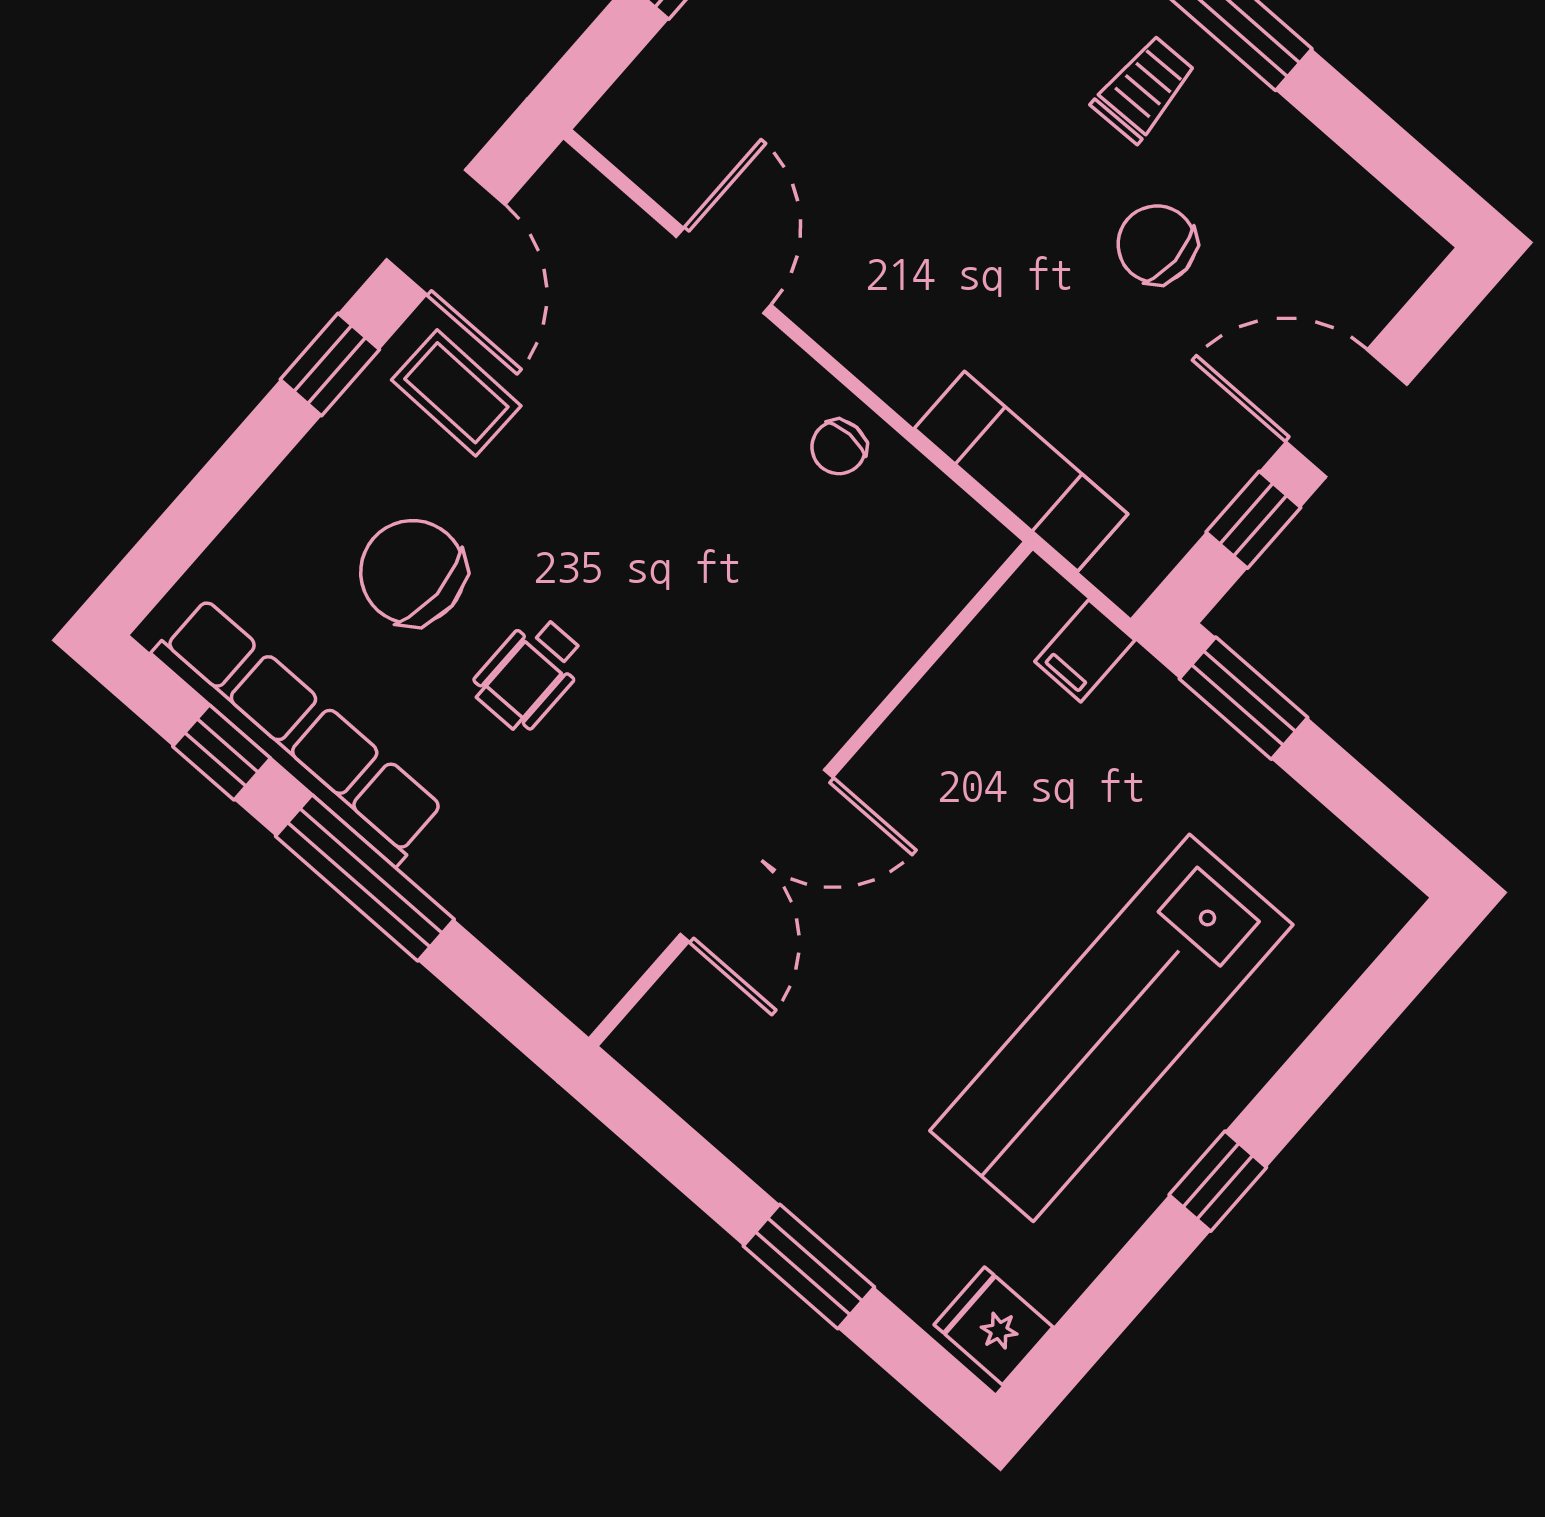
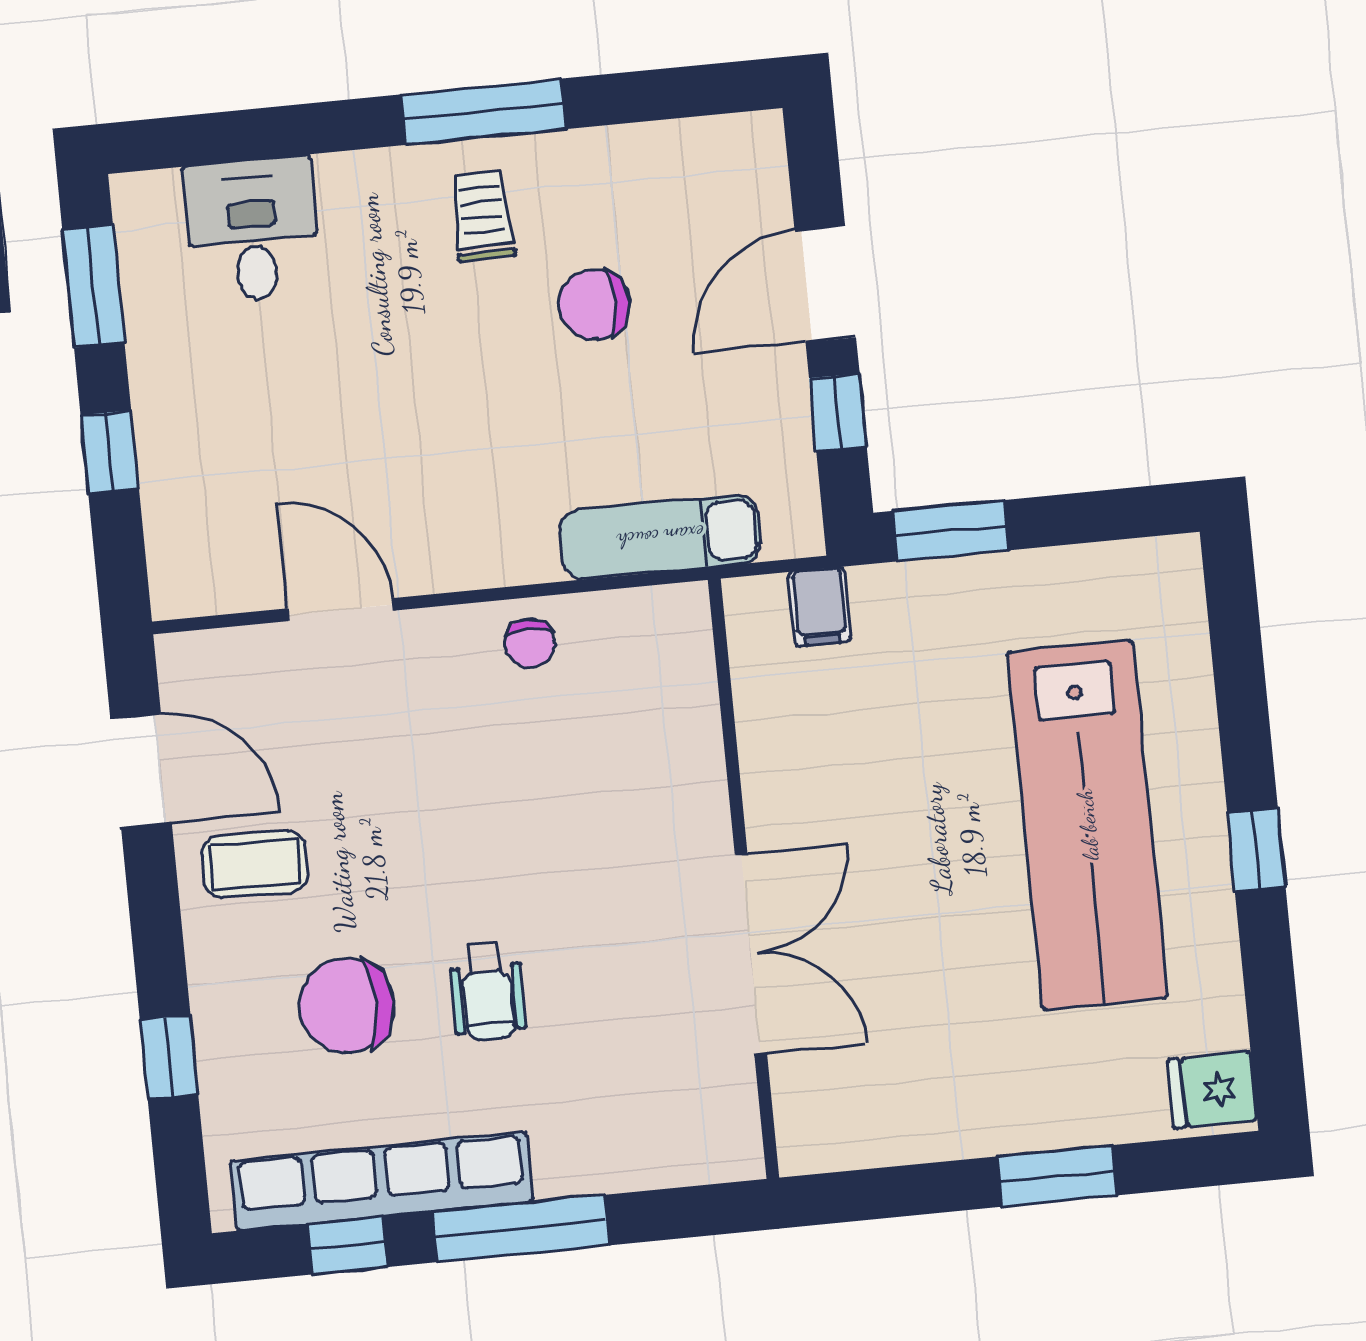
window: (330, 365) -> (169, 1057), moved

